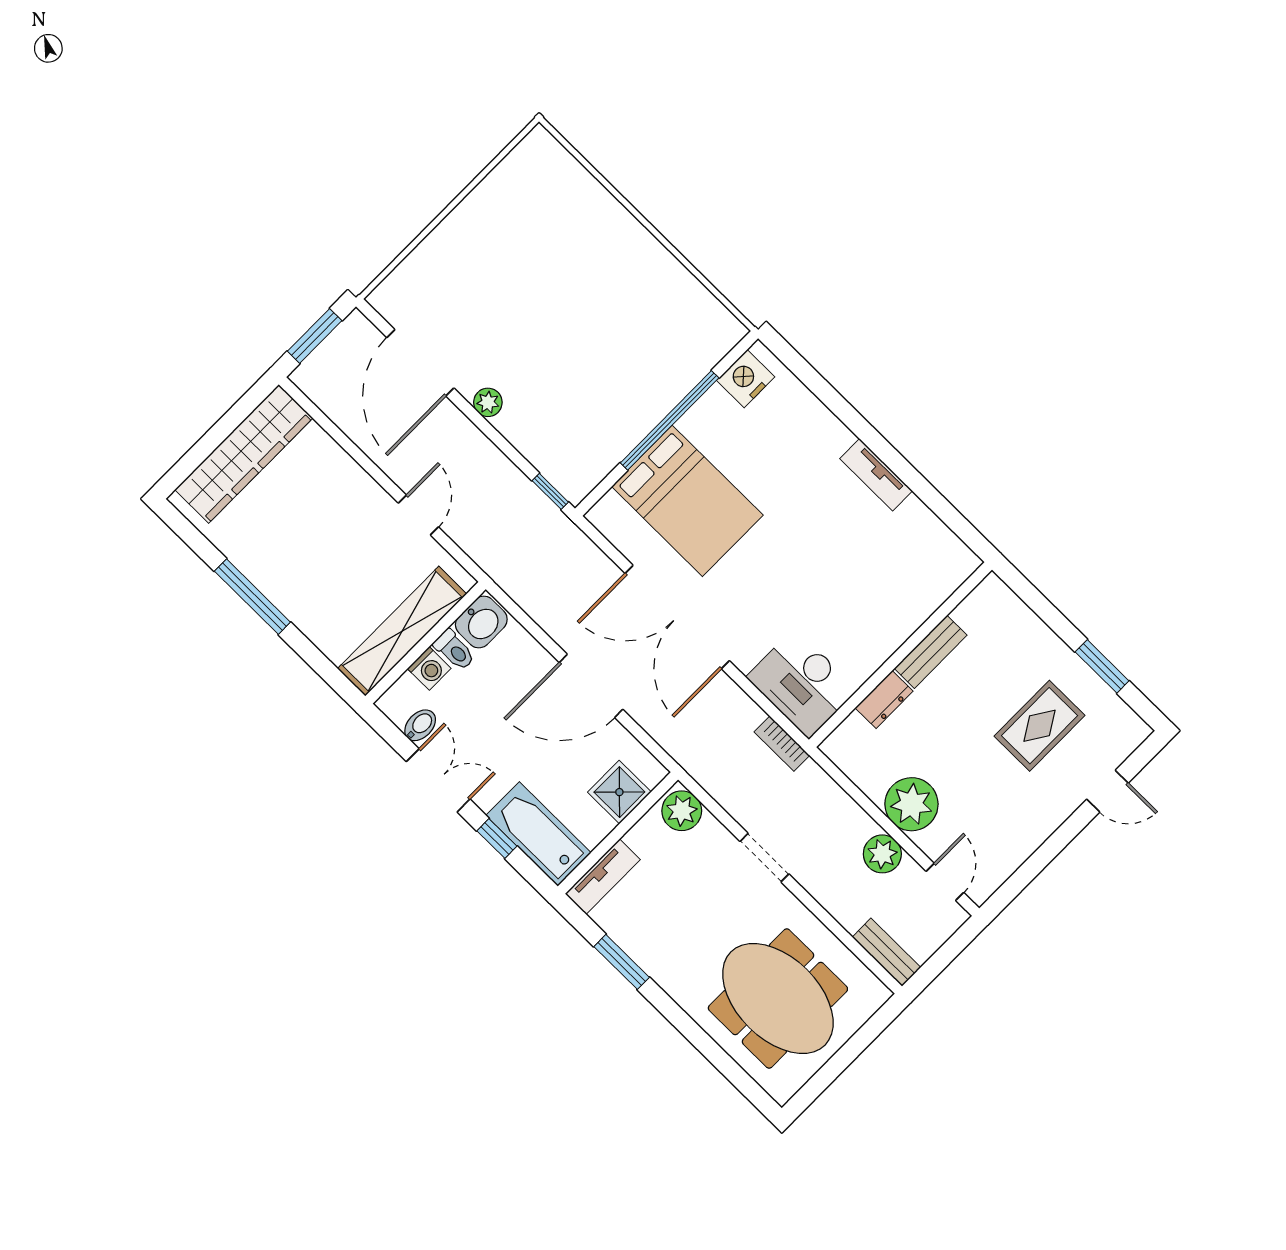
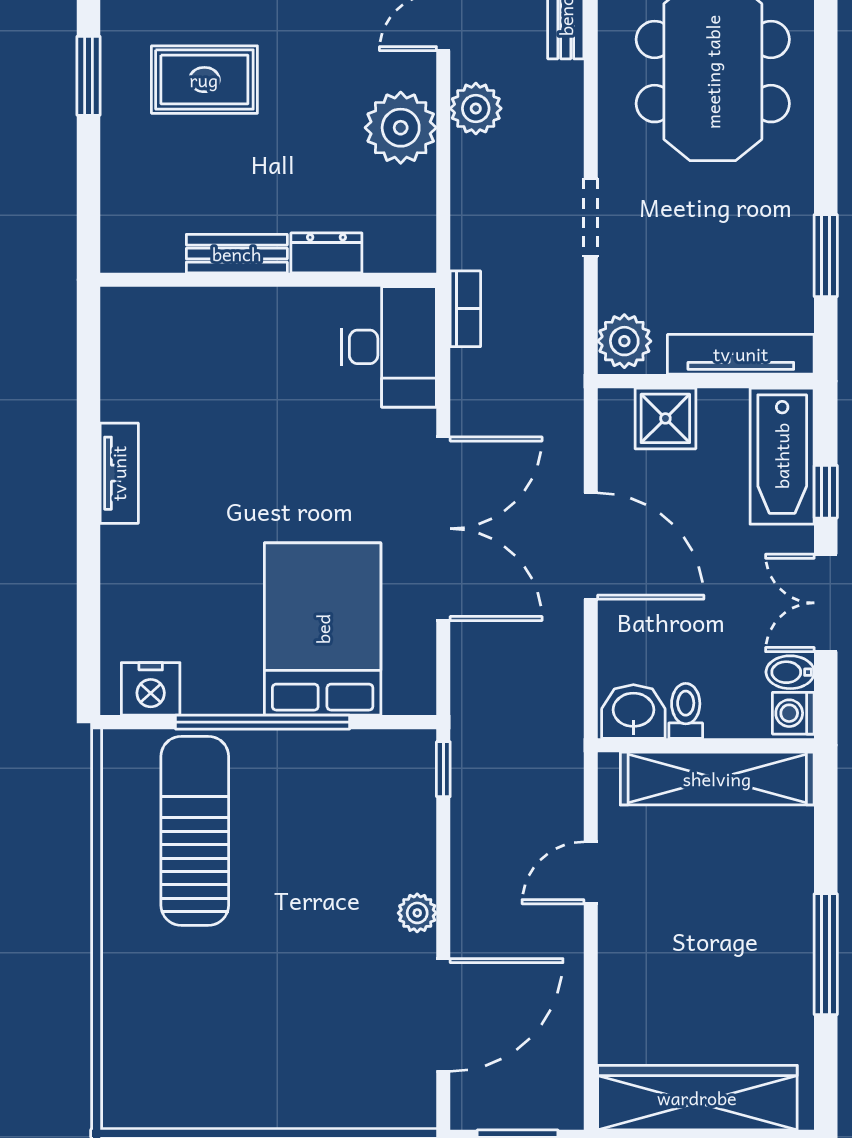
sun lounger: (648, 328) -> (195, 831), added
washing machine: (429, 668) -> (793, 713), moved, turned -90
tv unit: (603, 877) -> (741, 354), width x1.41

